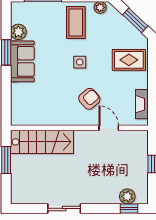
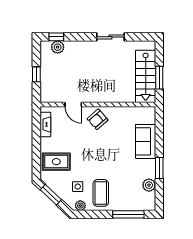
sofa: (22, 61) -> (146, 141), moved
side table: (80, 62) -> (78, 187), moved
armchair: (89, 99) -> (98, 119), moved
stairs: (42, 142) -> (146, 76), moved, turned -90

